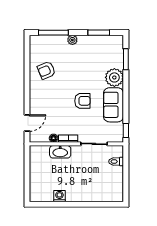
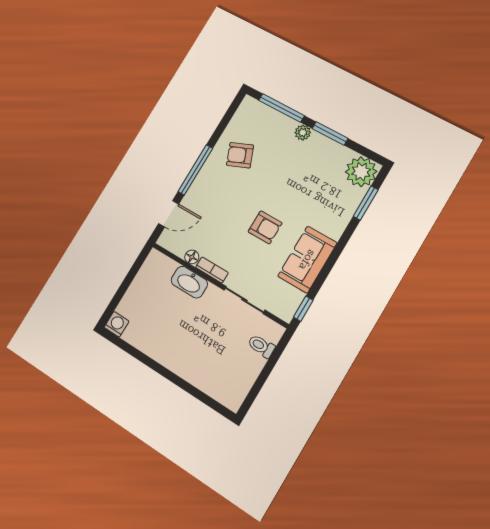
window: (99, 33) -> (330, 133), moved
plant: (114, 77) -> (361, 172), moved
window: (27, 92) -> (195, 170), added
washing machine: (59, 196) -> (117, 324), moved

